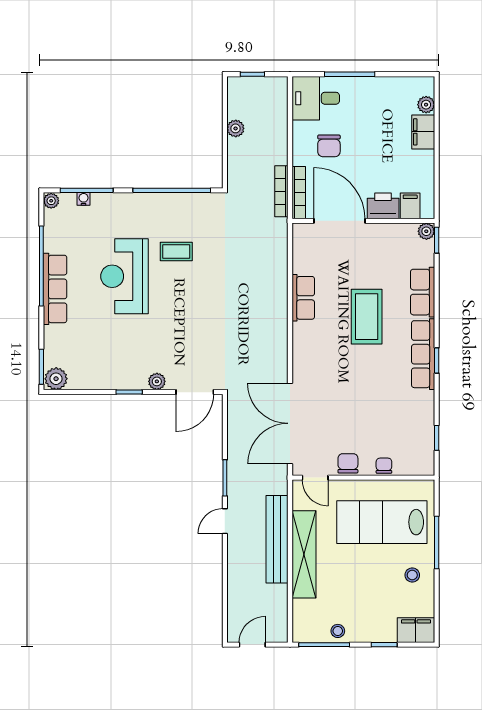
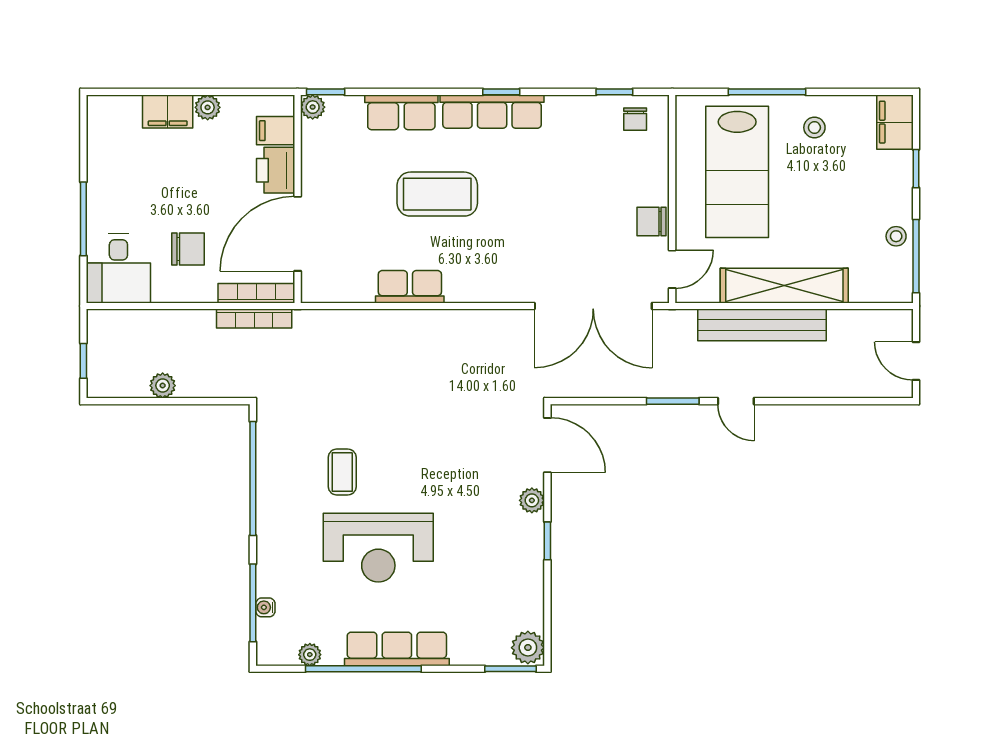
plant: (426, 105) -> (208, 107), moved
plant: (51, 201) -> (310, 655), moved
chair: (384, 466) -> (635, 119), moved, turned -90

